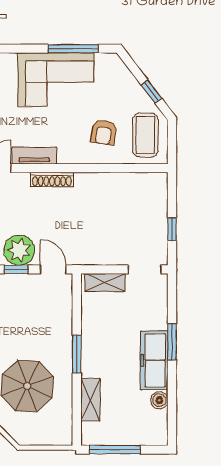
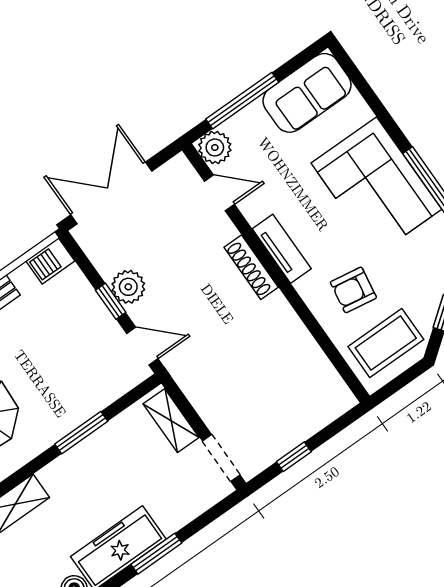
tv unit: (34, 156) -> (282, 249), moved
plant: (19, 250) -> (128, 287), width x0.73, depth x0.73
door: (53, 269) -> (142, 346), hinge flipped
window: (77, 354) -> (81, 433), moved

